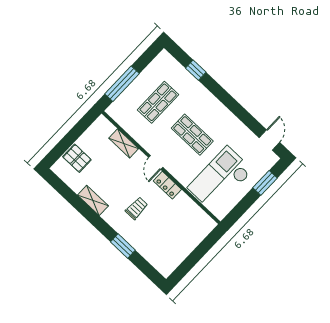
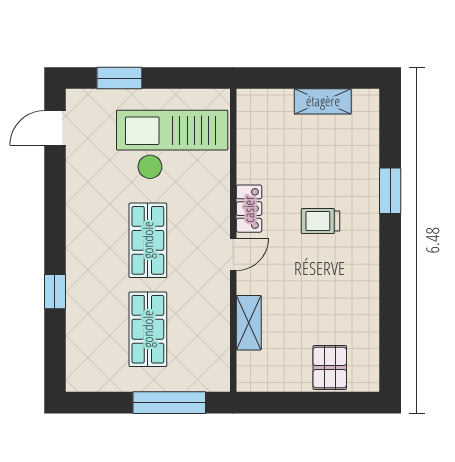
window: (196, 70) -> (55, 292), moved
shop shelf: (158, 102) -> (148, 329), turned 90
checkout: (220, 179) -> (172, 145), turned 180
shelving: (93, 200) -> (323, 101), moved, turned 90

